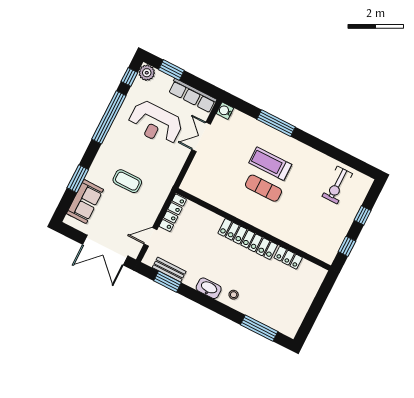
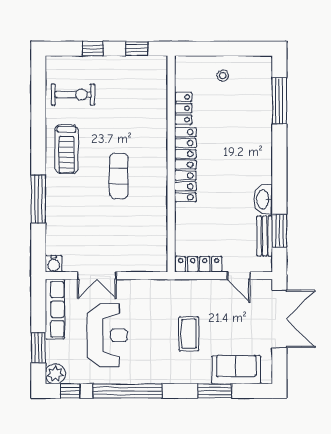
treadmill: (270, 164) -> (66, 149), moved
washbasin: (209, 288) -> (263, 199), moved
stool: (234, 295) -> (223, 76), moved

